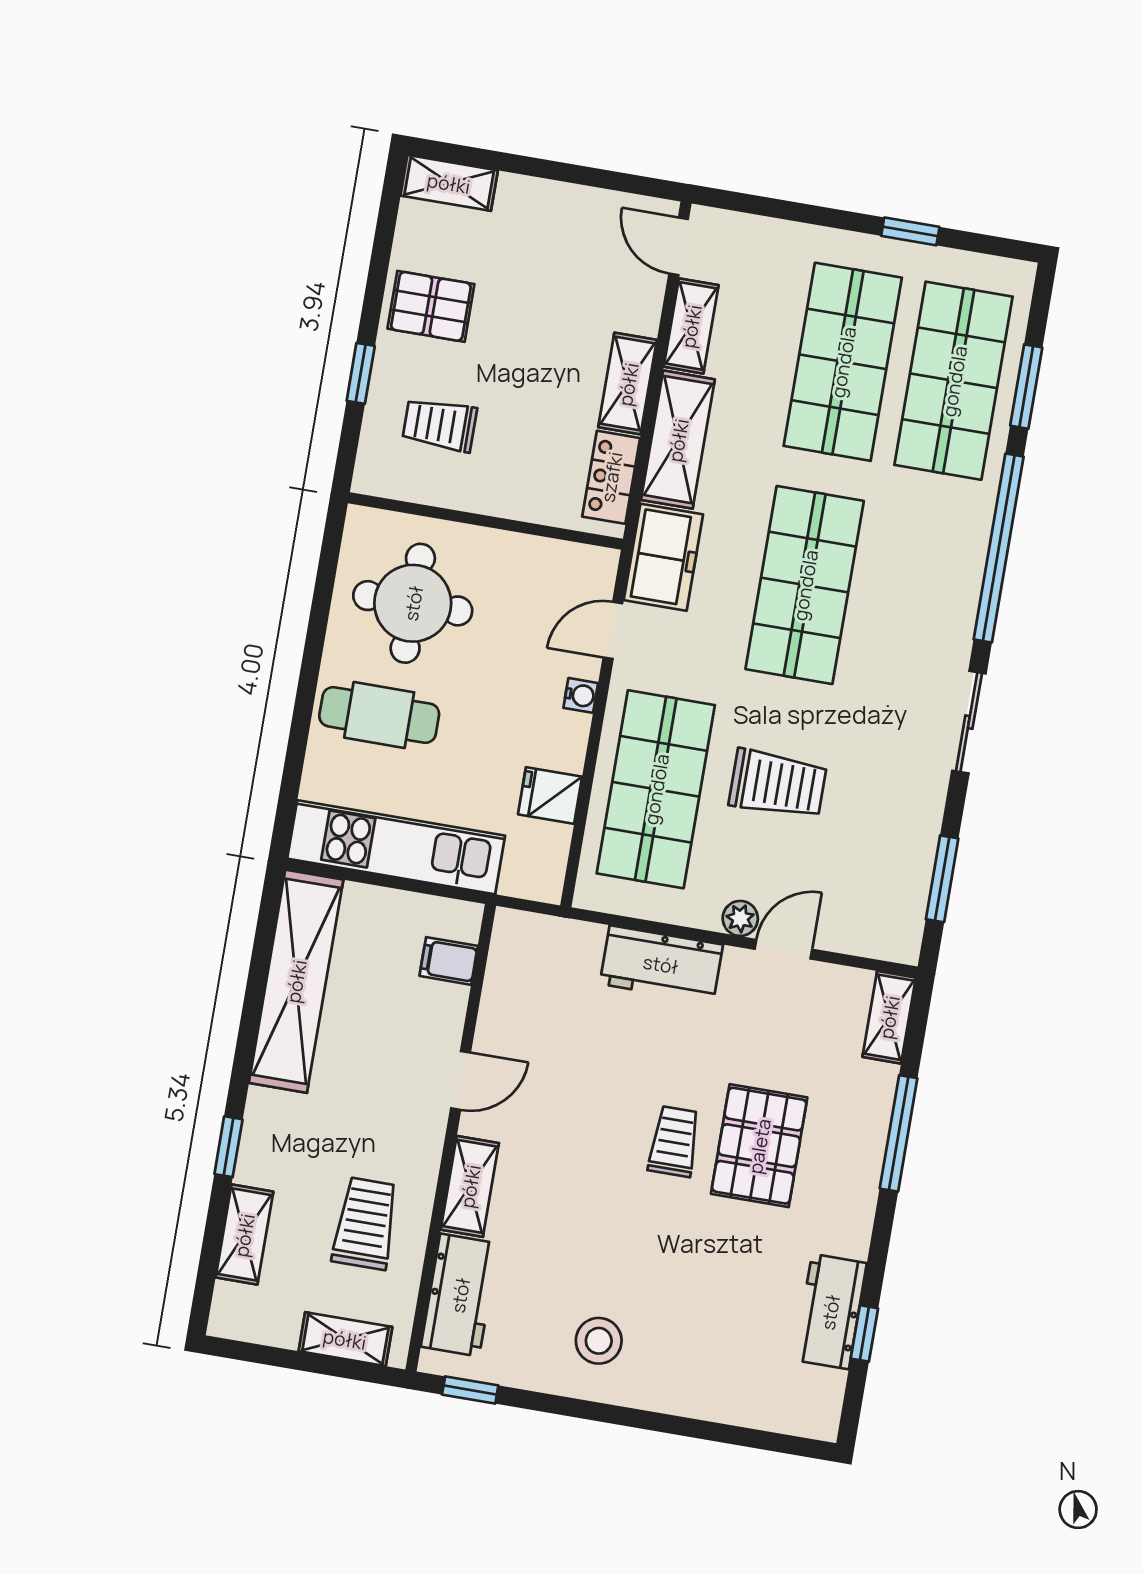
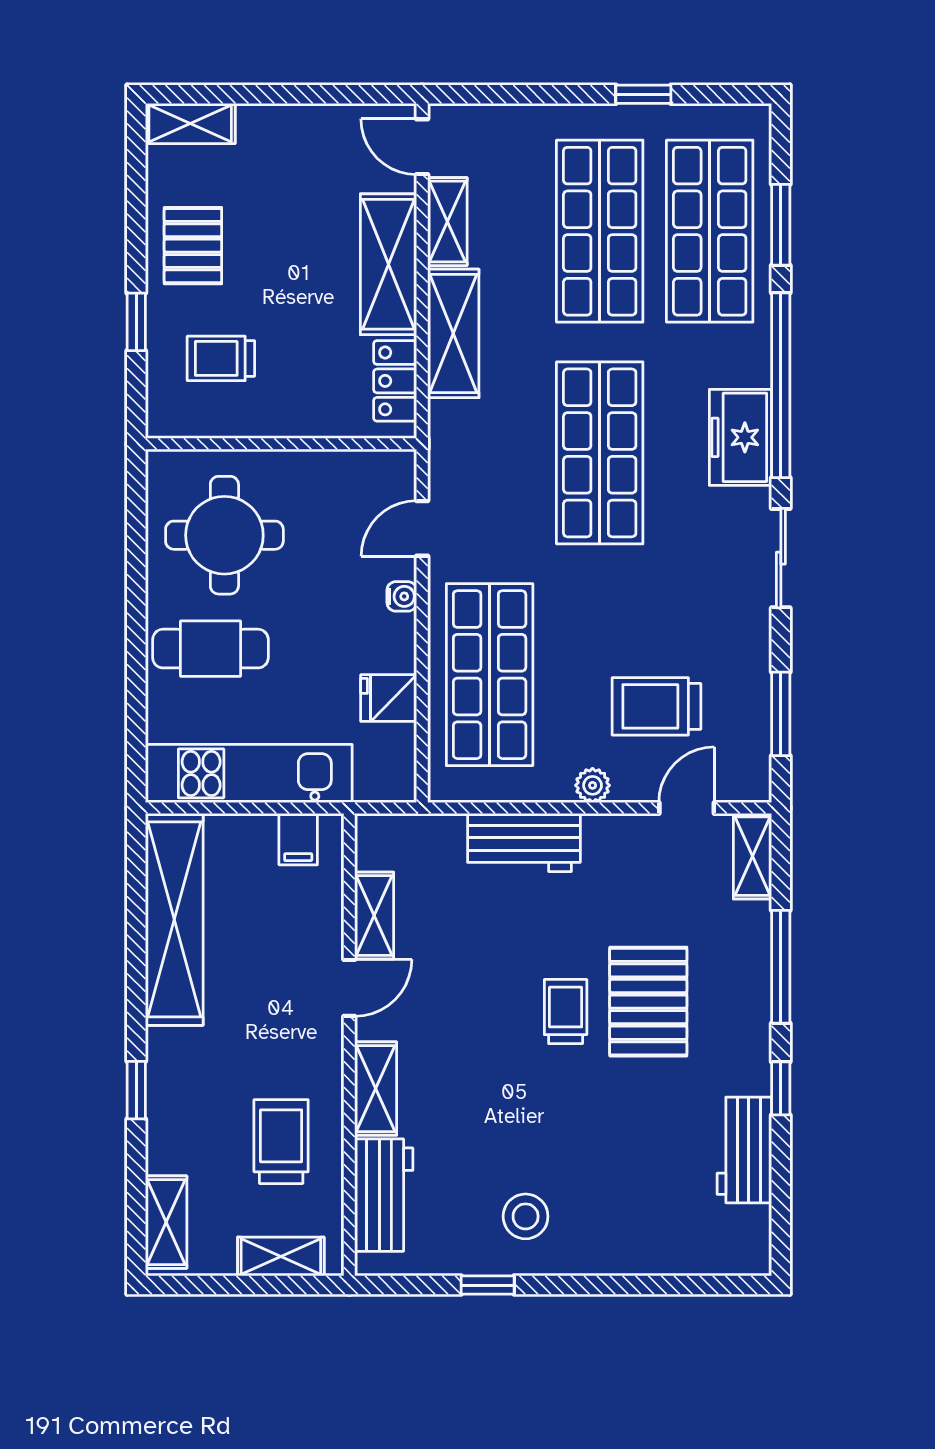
pallet: (431, 306) -> (193, 246), turned 90
shelving: (628, 384) -> (388, 264), width x1.50, depth x1.33
freezer: (663, 557) -> (740, 437), moved, turned 180
trolley: (778, 784) -> (656, 706), moved, turned 180
door: (783, 949) -> (687, 808), moved
filing cabinet: (449, 961) -> (298, 839), moved, turned -90
shelving: (498, 1012) -> (374, 916), added
shelving: (244, 1235) -> (166, 1222), moved
window: (864, 1333) -> (781, 1088), moved
window: (470, 1390) -> (488, 1285), moved

